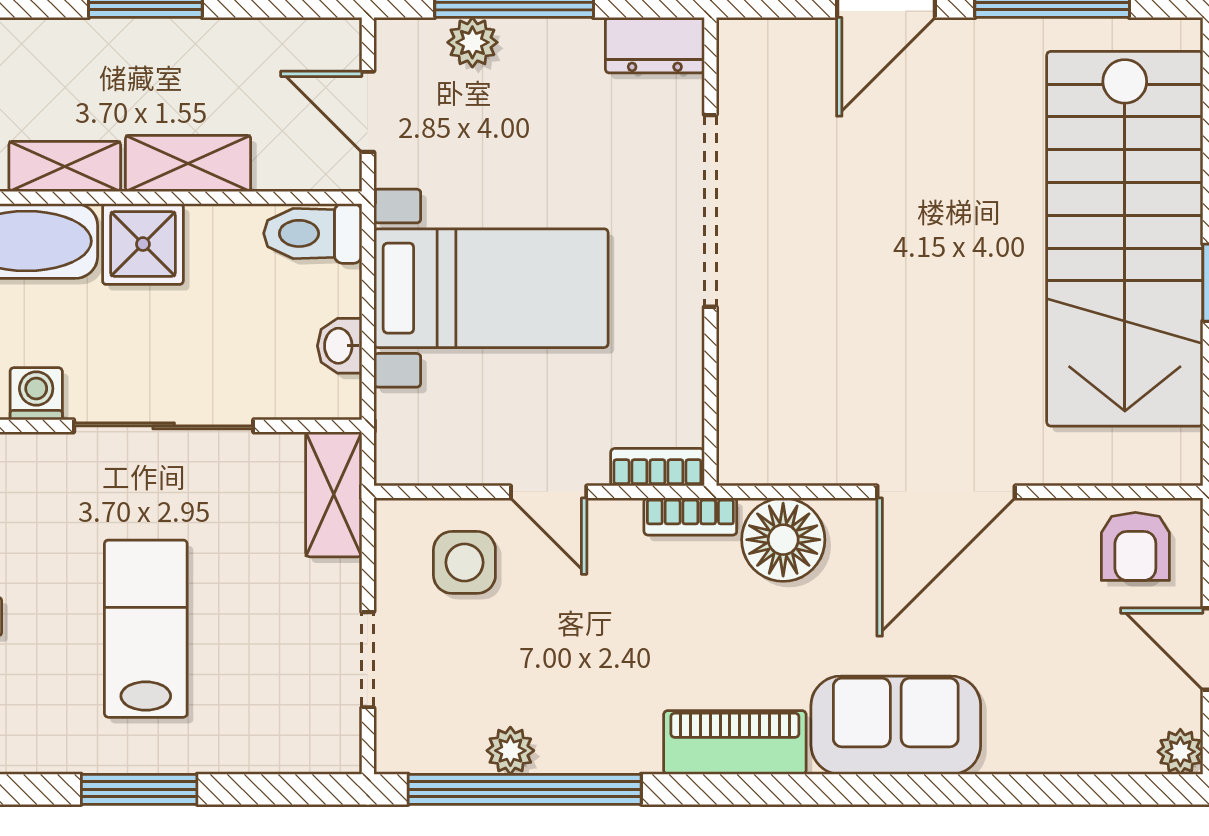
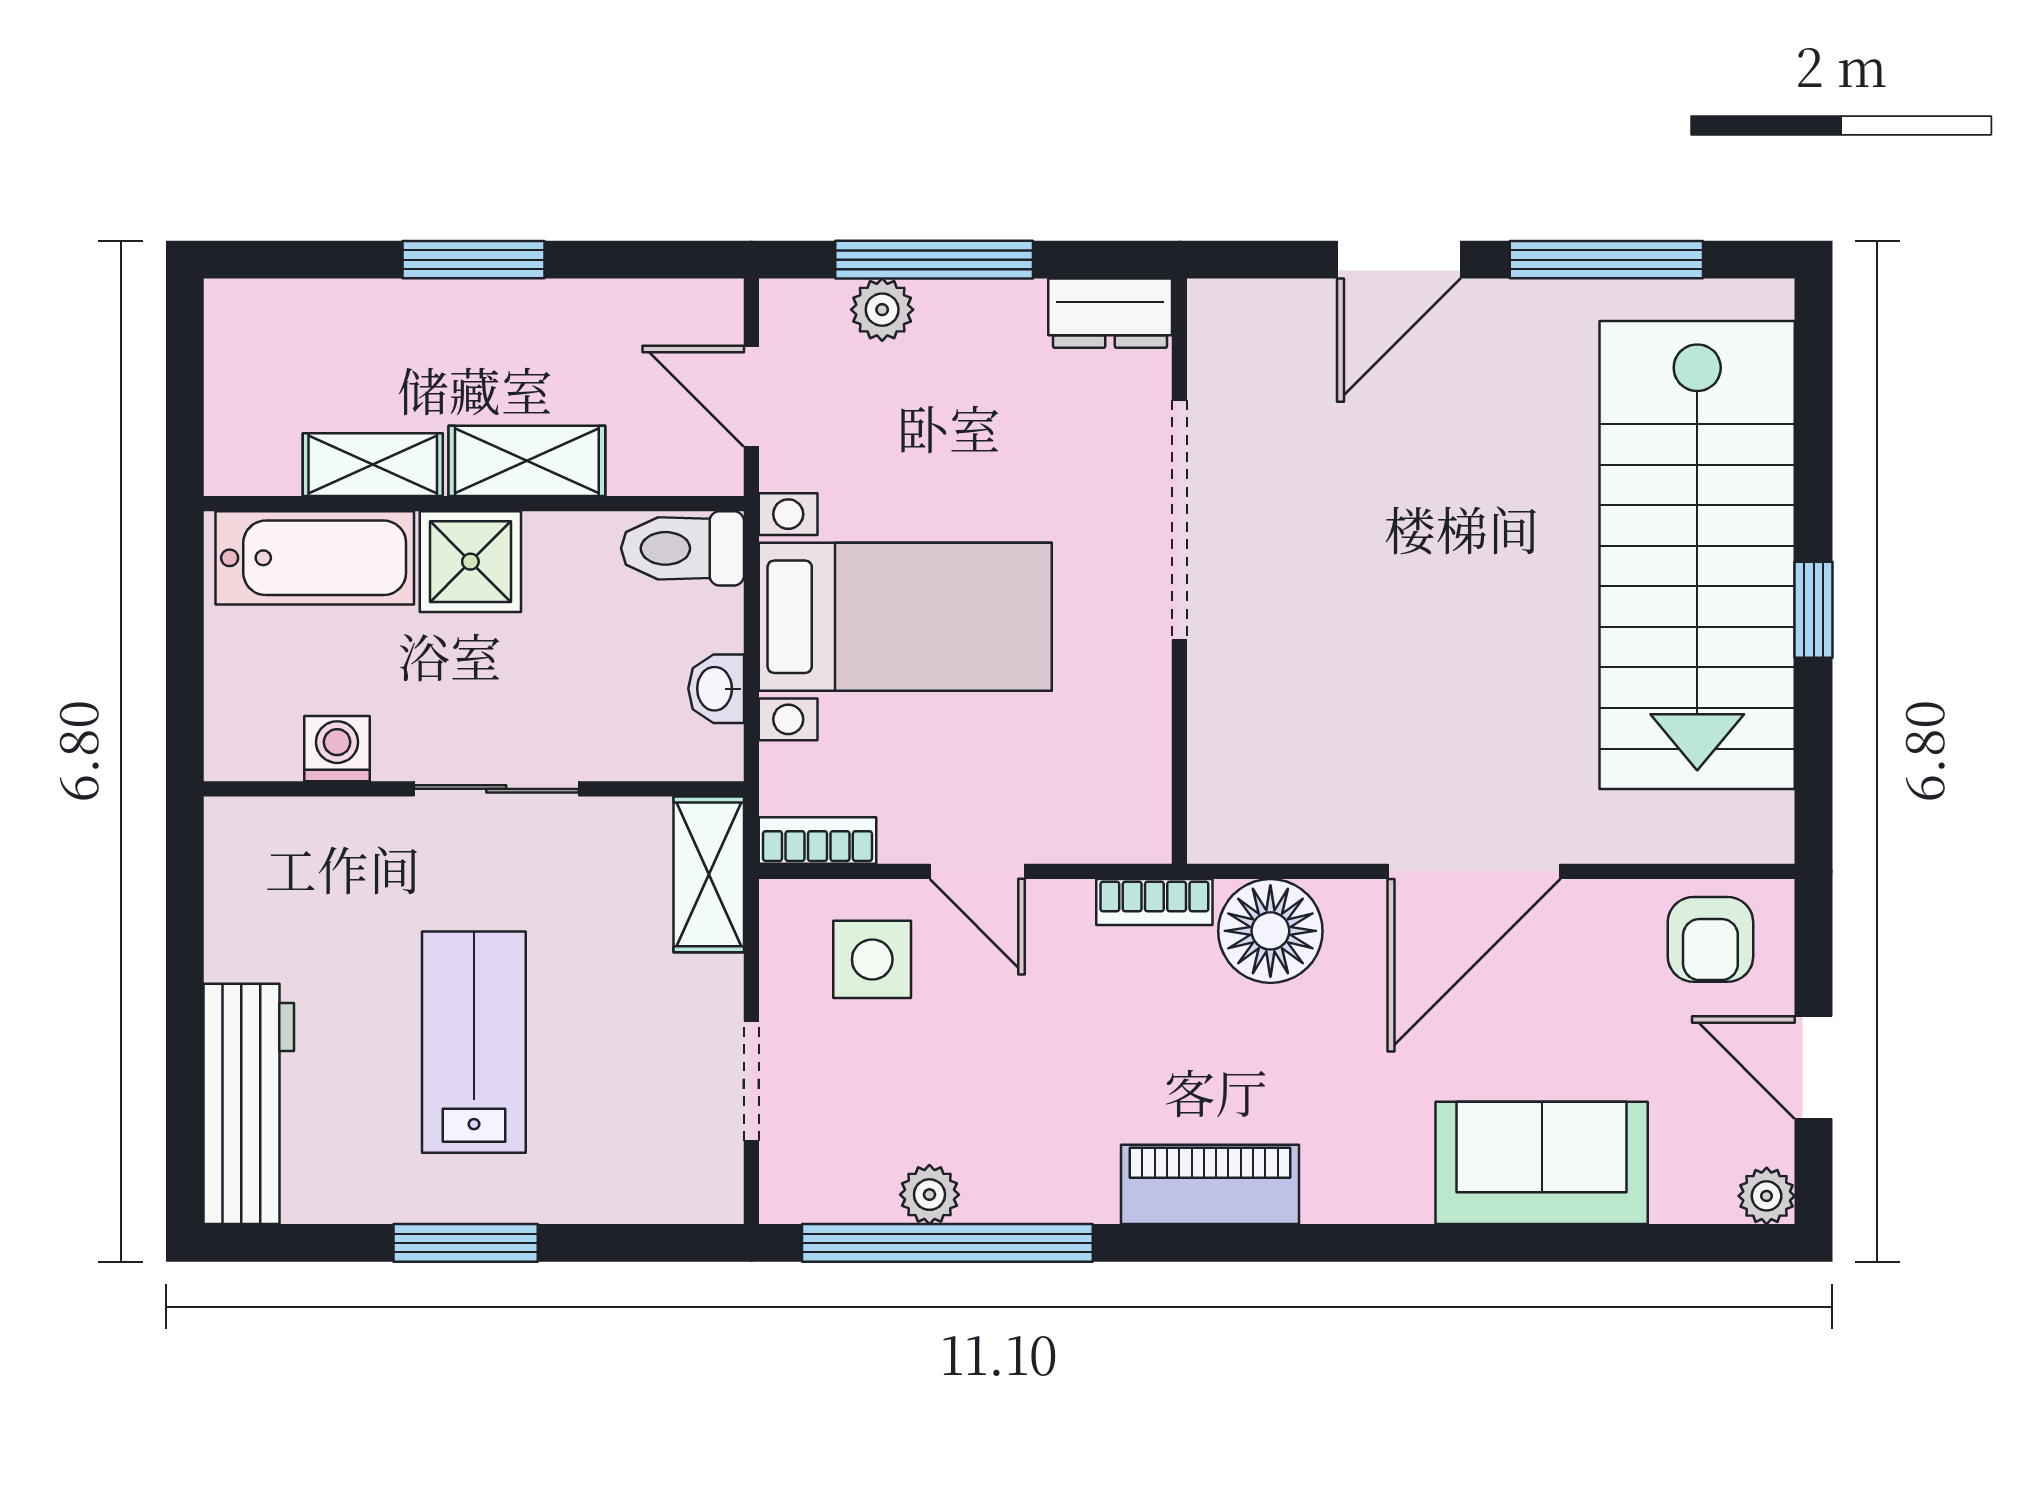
sliding door: (164, 426) -> (496, 789), width x0.73
bookcase: (657, 467) -> (817, 840), moved
sofa: (896, 725) -> (1542, 1163), moved

